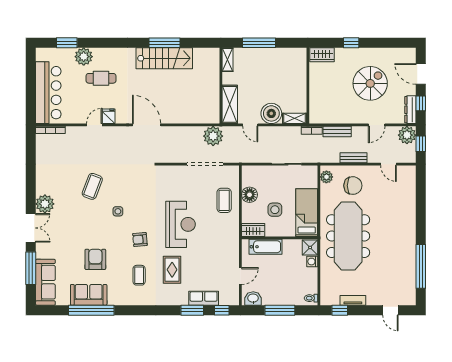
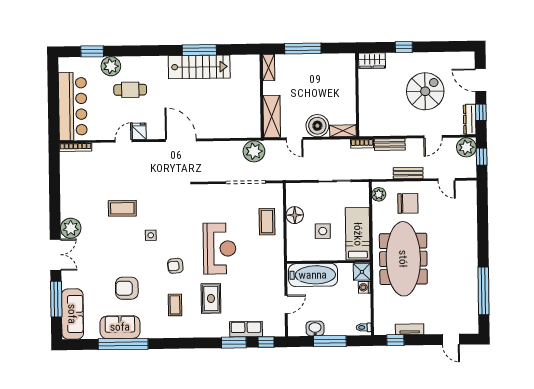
coffee table: (92, 186) -> (122, 208), turned 69
wardrobe: (253, 230) -> (299, 254), removed
bathtub: (265, 247) -> (313, 275), width x1.36, depth x1.36
armchair: (95, 259) -> (127, 288), turned -90
washbasin: (253, 298) -> (315, 329), moved

